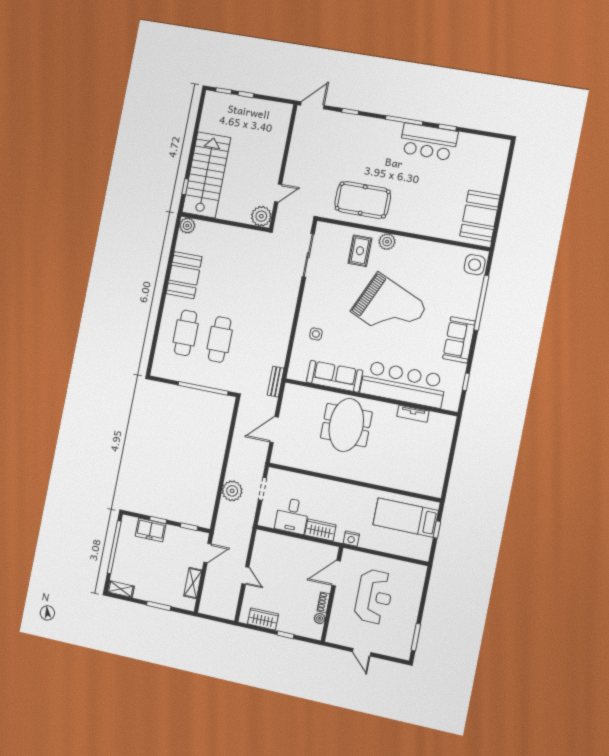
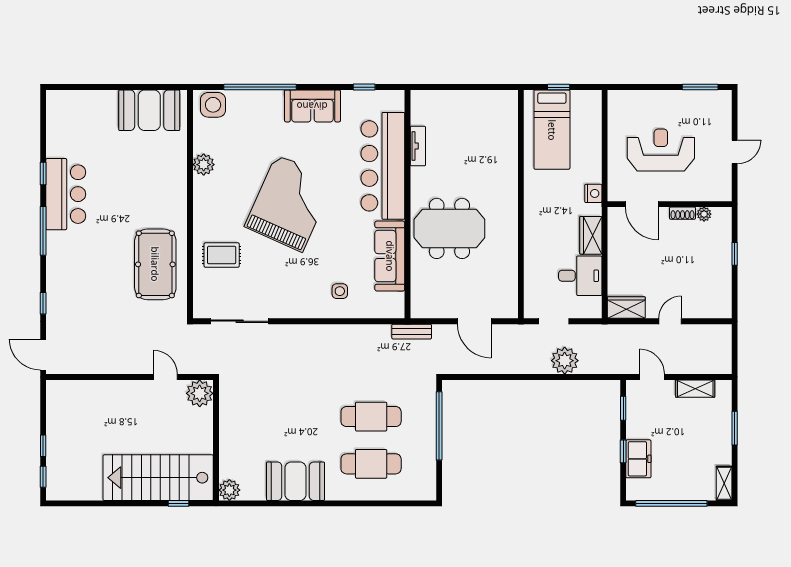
plant: (387, 242) -> (204, 165), moved
wardrobe: (263, 619) -> (626, 308), moved, turned 90

